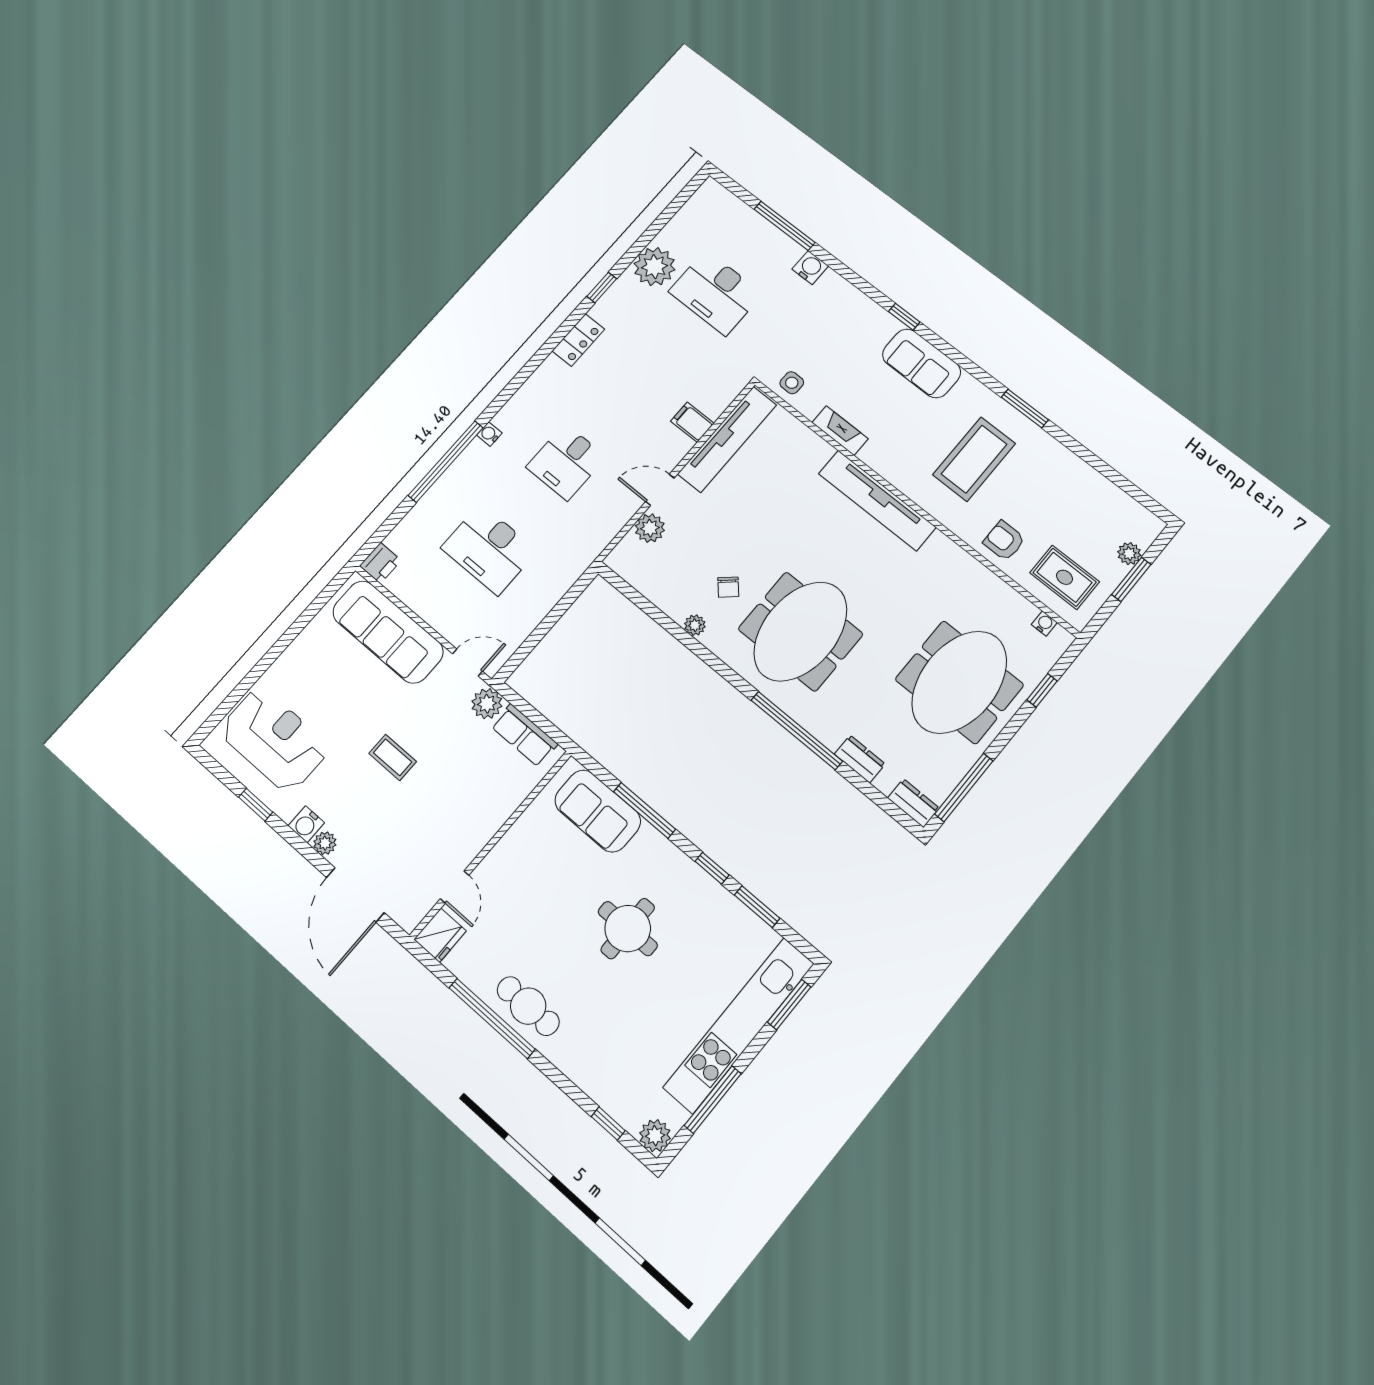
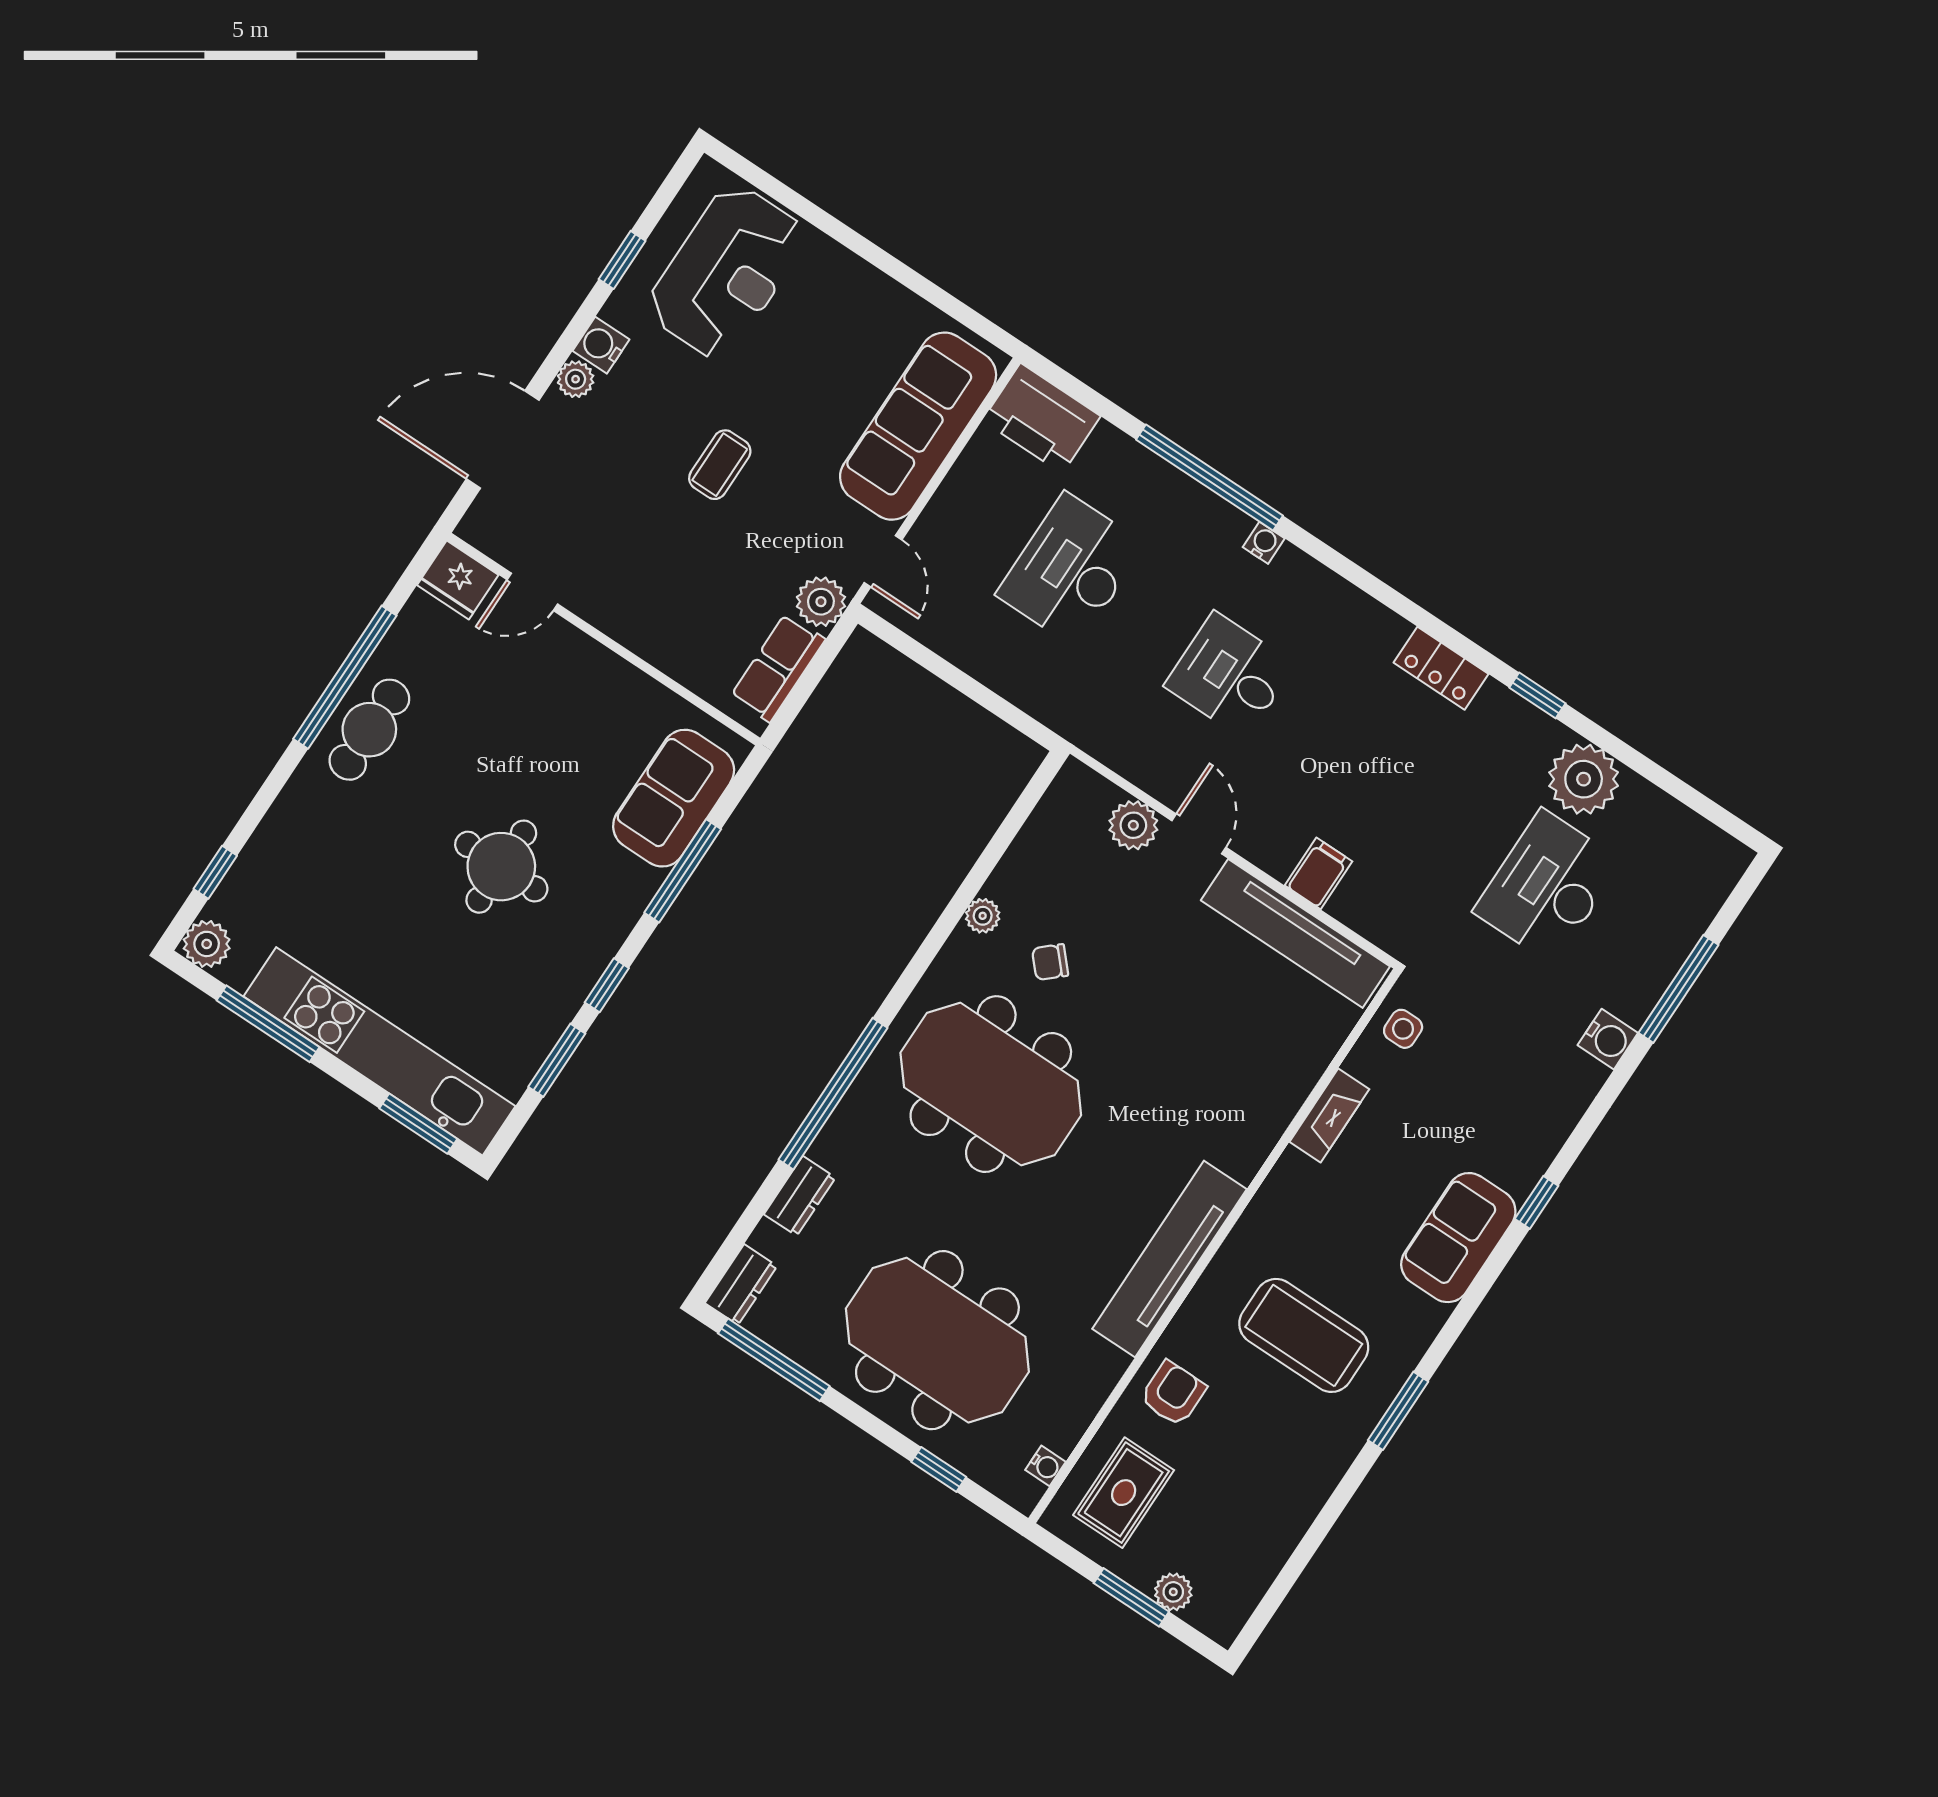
tv unit: (877, 500) -> (1170, 1259), moved
printer: (380, 563) -> (1041, 418), width x1.87, depth x1.48

